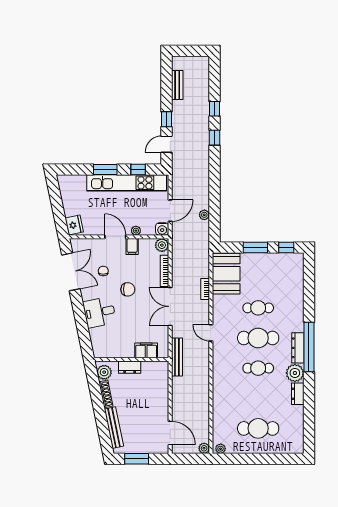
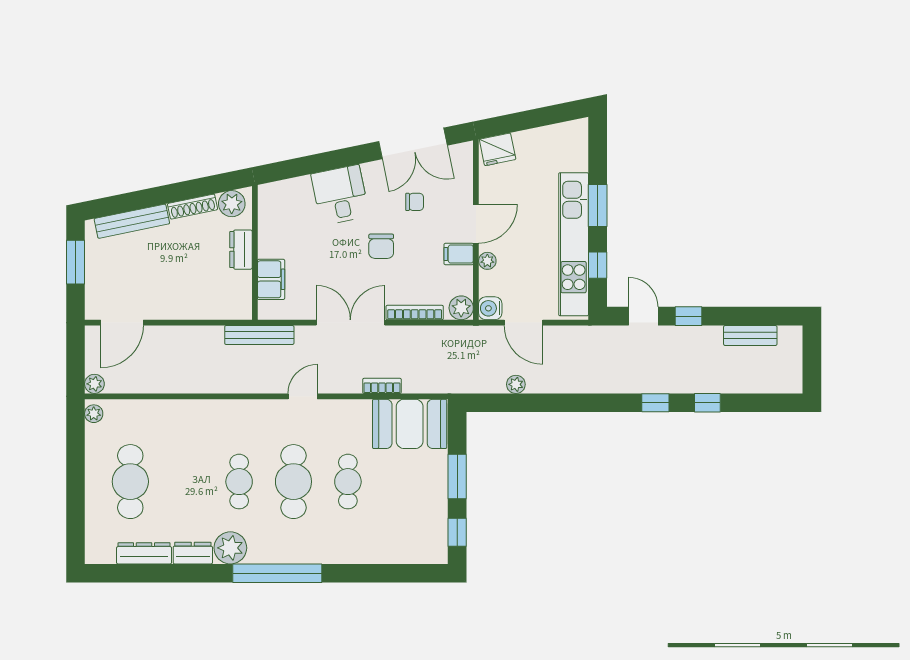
dresser: (298, 348) -> (144, 553), moved

